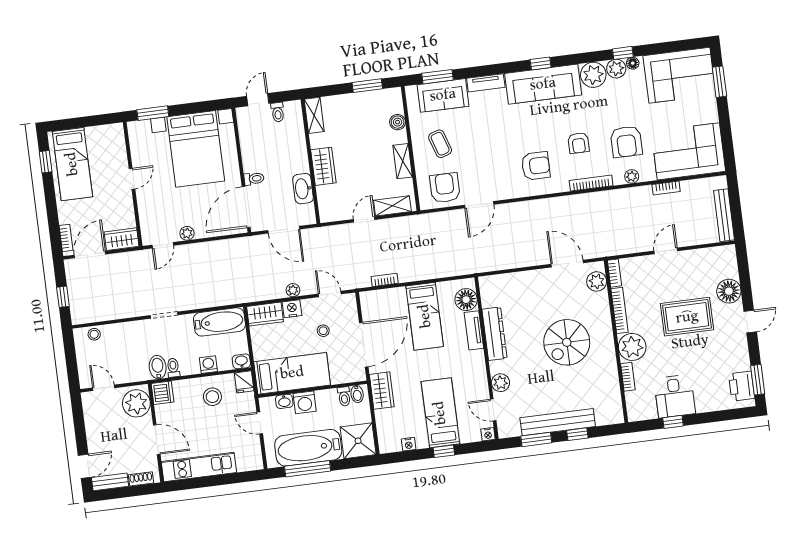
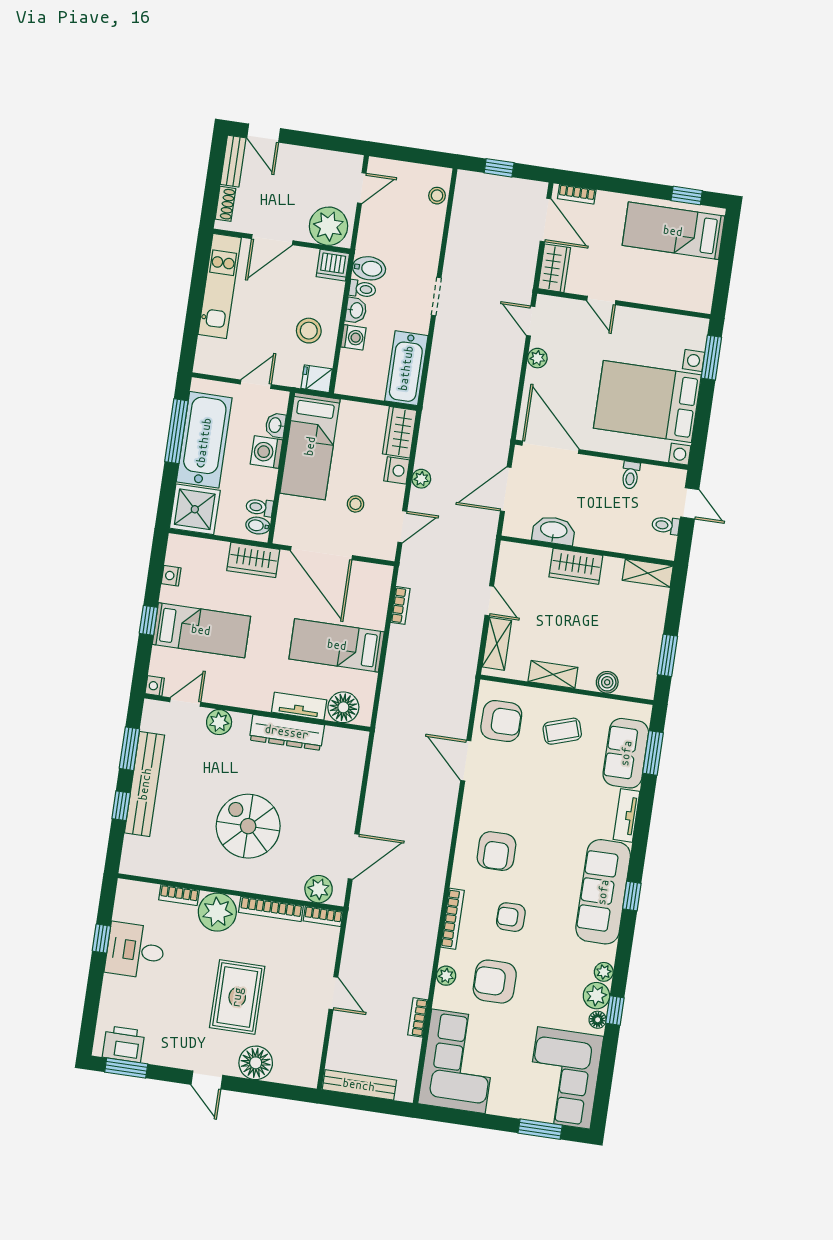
plant: (593, 75) -> (604, 972), width x0.53, depth x0.53
door: (132, 179) -> (601, 301), moved
toilet: (254, 179) -> (631, 475), moved
washbasin: (241, 361) -> (356, 310), moved

